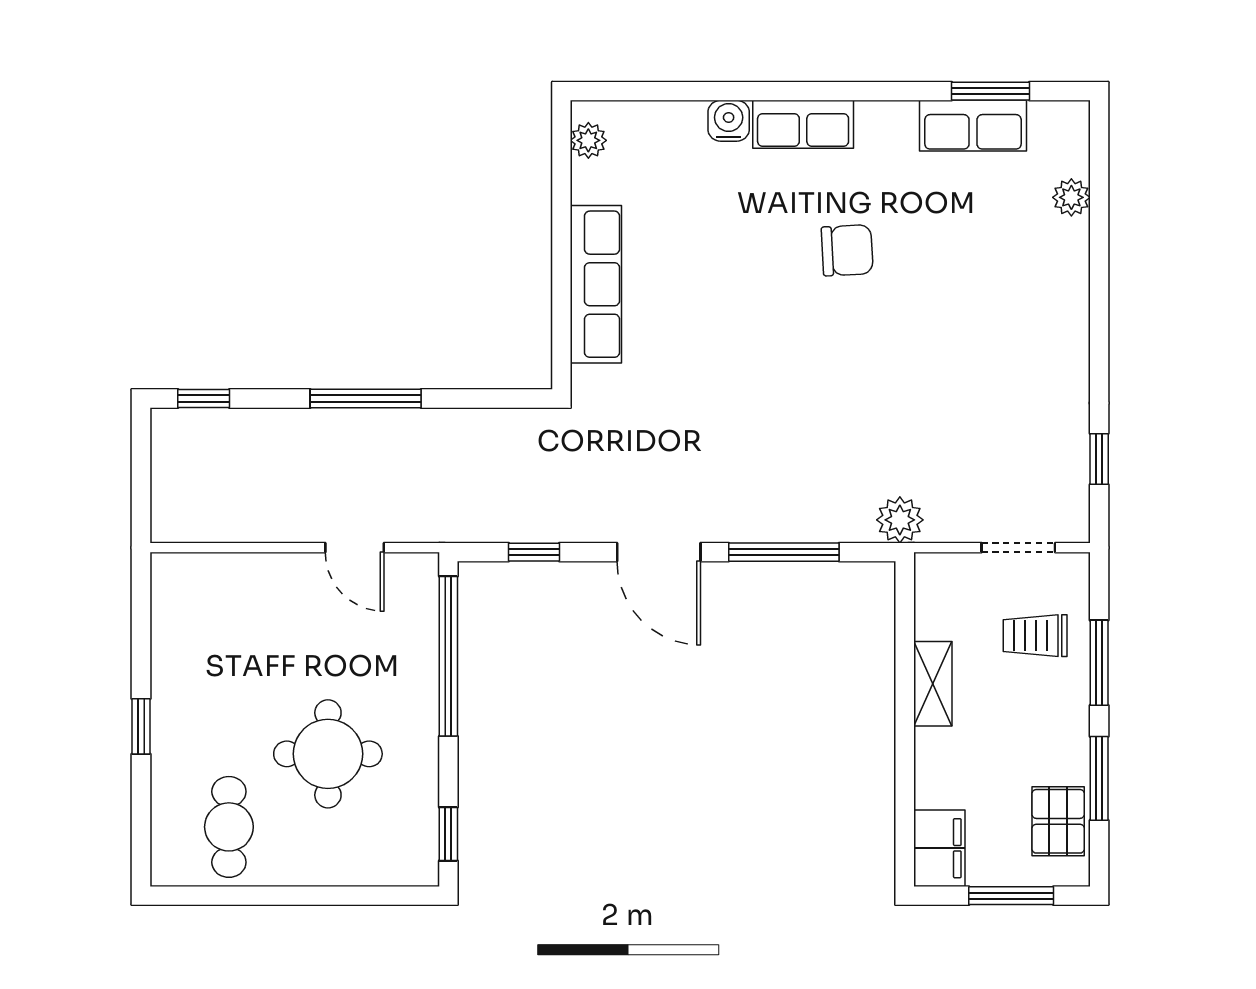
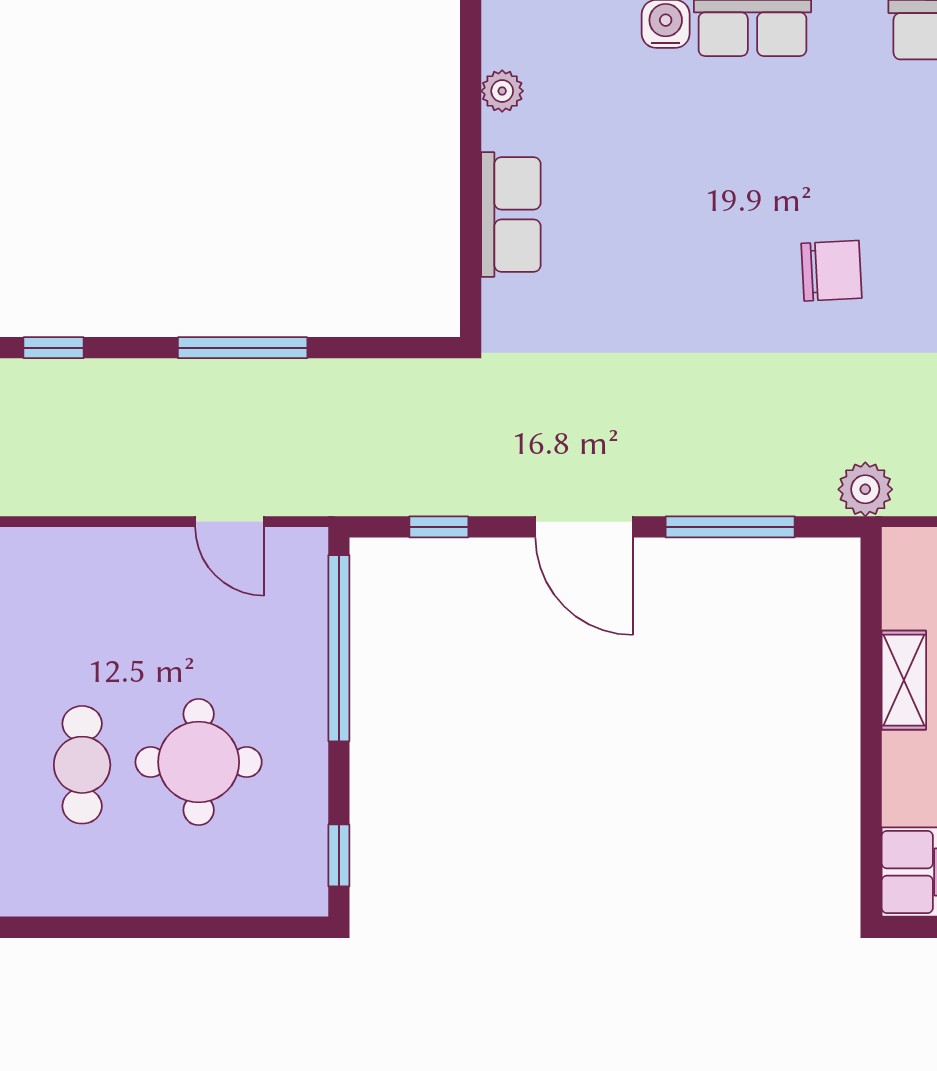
plant: (588, 140) -> (502, 91), moved
chair: (847, 250) -> (831, 271), moved
row of seats: (596, 284) -> (511, 215), width x0.68
cafe table: (229, 827) -> (82, 765), moved

